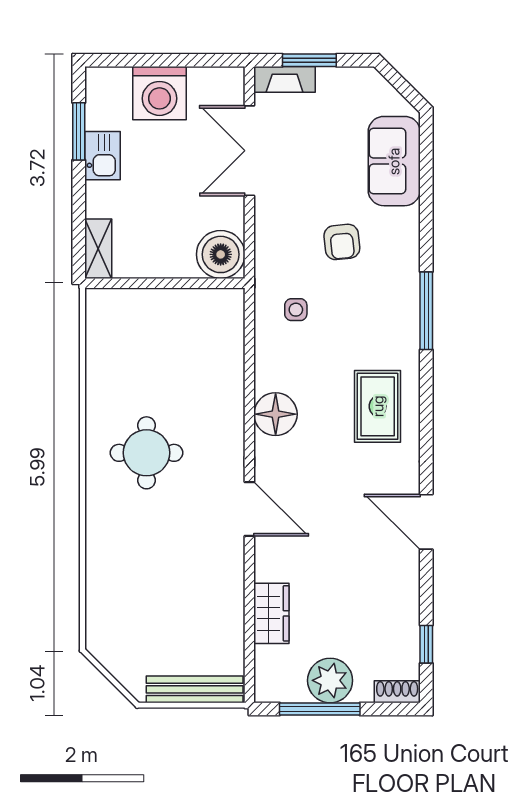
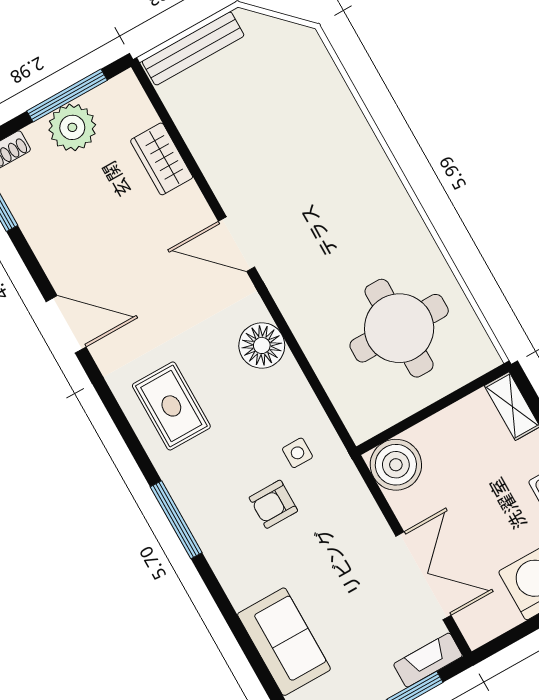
armchair: (342, 242) -> (273, 504), moved, turned -84
round table: (147, 453) -> (399, 328), moved, width x1.36, depth x1.36

